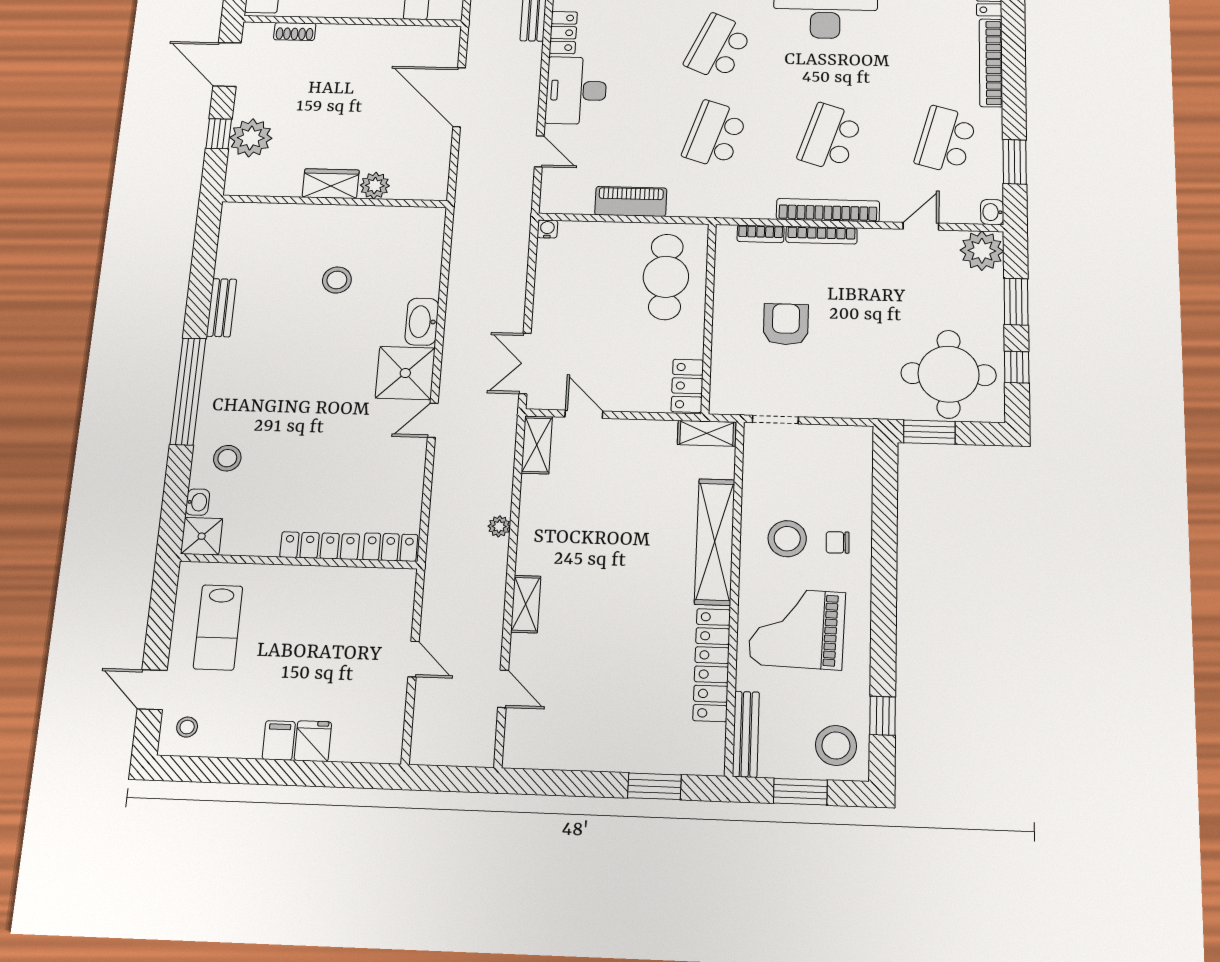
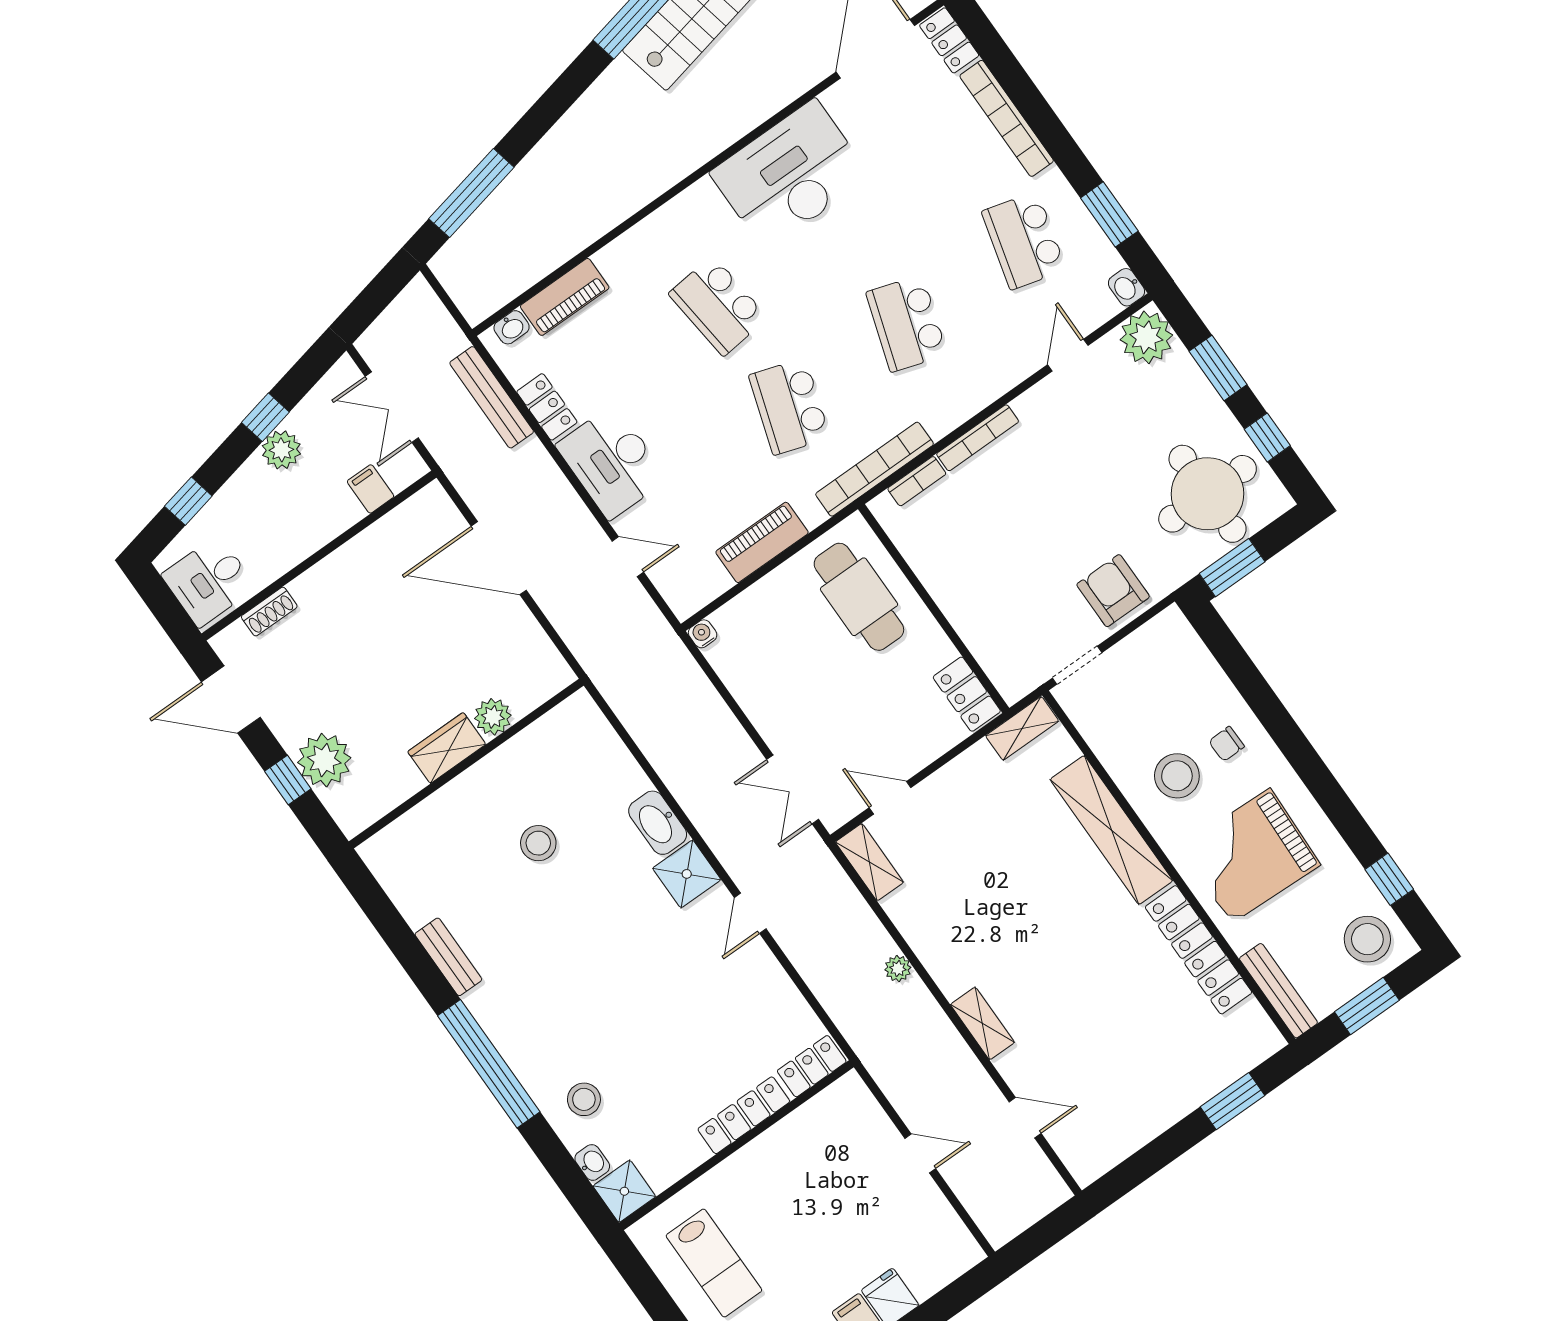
school desk: (718, 47) -> (718, 306), turned -30
bookcase: (828, 210) -> (875, 469), moved
armchair: (786, 324) -> (1113, 591), moved
shower: (405, 373) -> (687, 874), width x0.73, depth x0.73

